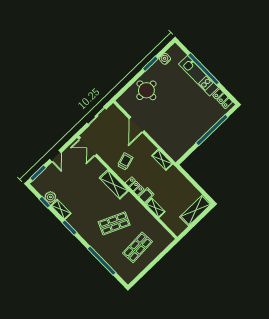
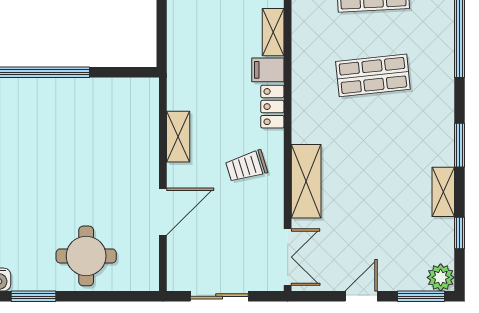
shelving: (162, 160) -> (178, 137), moved
shelving: (114, 184) -> (306, 181), moved
plant: (50, 197) -> (441, 277), moved
shop shelf: (114, 223) -> (373, 75), turned -30

